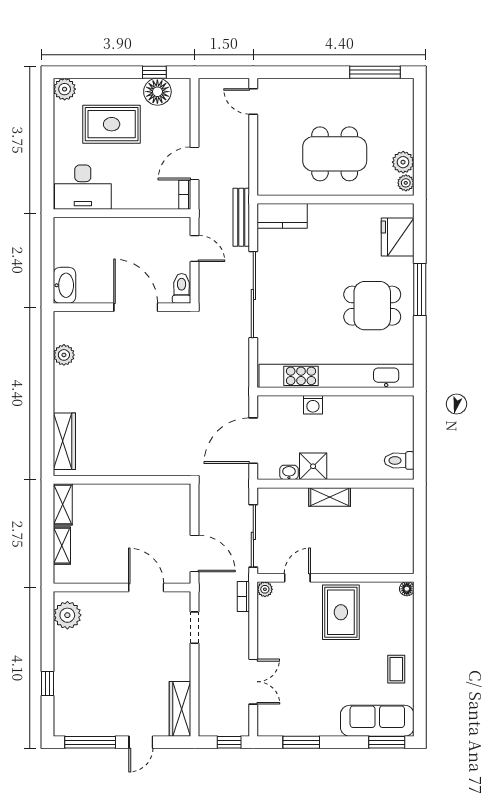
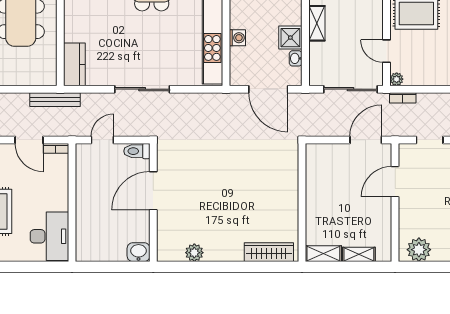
bench: (241, 217) -> (55, 100), moved
washbasin: (65, 285) -> (139, 252), width x0.72
sliding door: (253, 295) -> (142, 89), width x0.73

